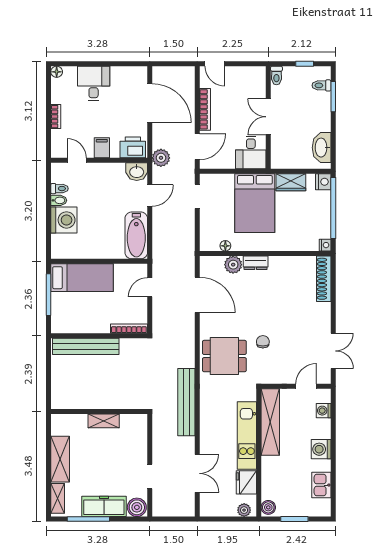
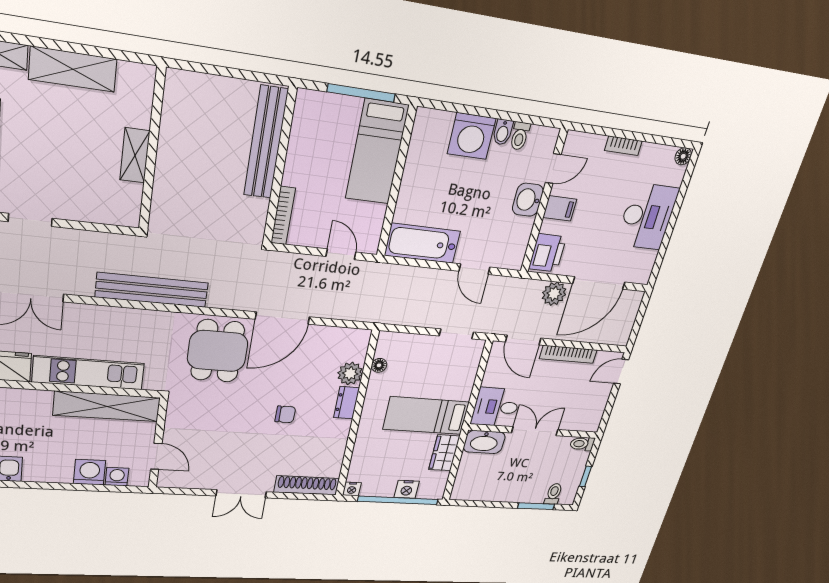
desk: (94, 83) -> (647, 216), width x1.37
washbasin: (322, 148) -> (484, 442), moved, turned 180
plant: (161, 158) -> (554, 294), moved
washbasin: (137, 172) -> (528, 200), moved
nightstand: (323, 182) -> (407, 489), moved
bed: (255, 203) -> (426, 416), width x0.67
door: (197, 295) -> (282, 318), moved
chair: (263, 342) -> (285, 414), moved
double door: (333, 351) -> (241, 494), moved
washing machine: (321, 449) -> (89, 472), moved

